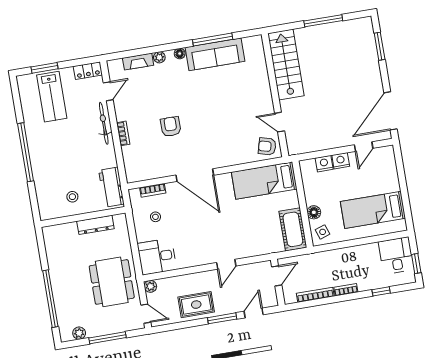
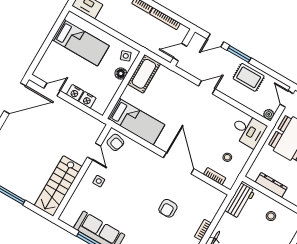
side table: (253, 99) -> (99, 181), added

